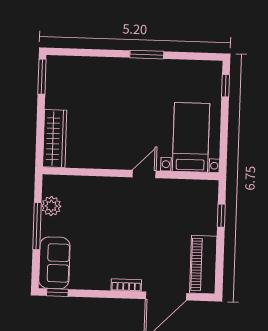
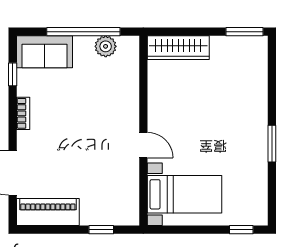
window: (37, 226) -> (83, 32), width x1.46
bookcase: (126, 285) -> (23, 113), moved
window: (57, 292) -> (13, 74), moved

